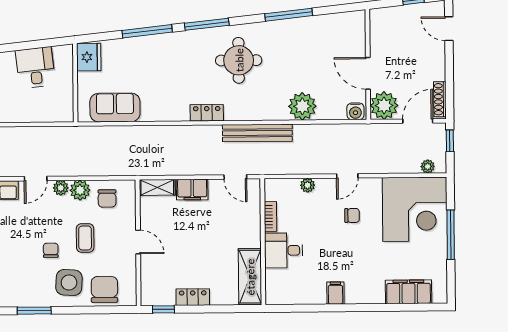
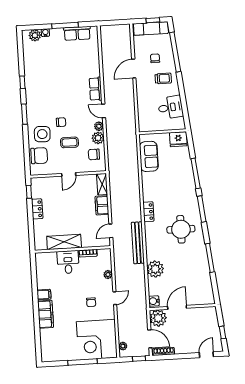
door: (347, 176) -> (115, 298), swing flipped
shelving: (250, 277) -> (64, 242), moved
filing cabinet: (408, 292) -> (46, 314), moved

